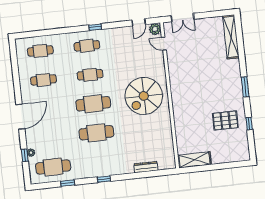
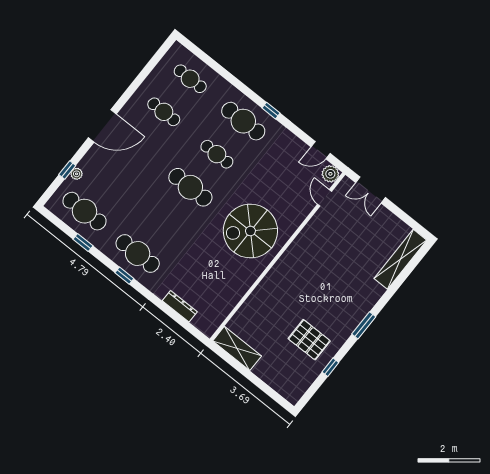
cafe table: (87, 46) -> (243, 121), width x1.37, depth x1.35
cafe table: (96, 133) -> (138, 253), moved

